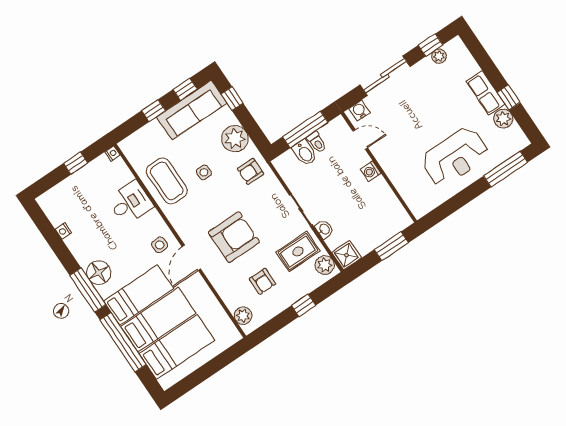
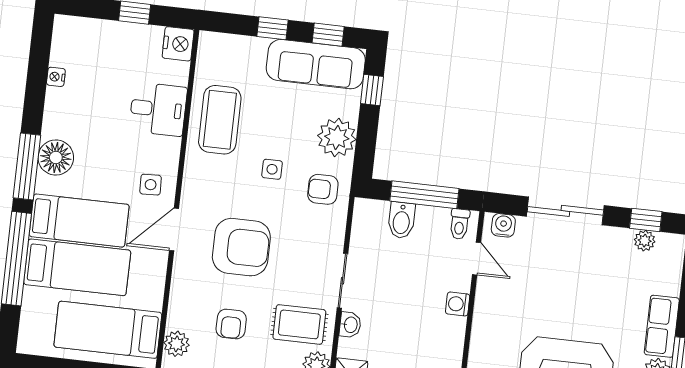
toilet: (317, 142) -> (459, 224), moved
nightstand: (112, 154) -> (178, 44), width x1.89, depth x1.79
side table: (204, 172) -> (272, 169), moved
bed: (177, 347) -> (108, 330), moved, turned 180

